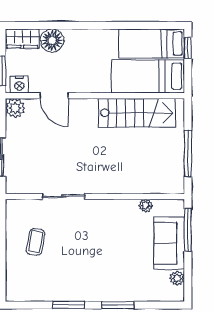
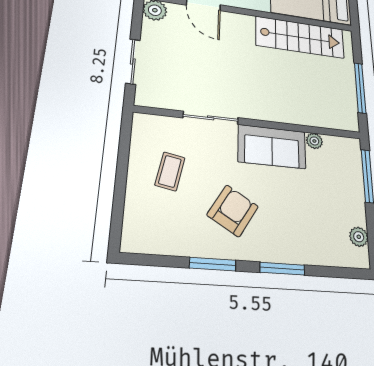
sofa: (169, 243) -> (272, 147), moved, turned -90
armchair: (82, 267) -> (233, 211), added

